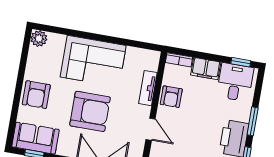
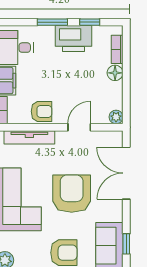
tv unit: (148, 88) -> (29, 137), width x1.41

